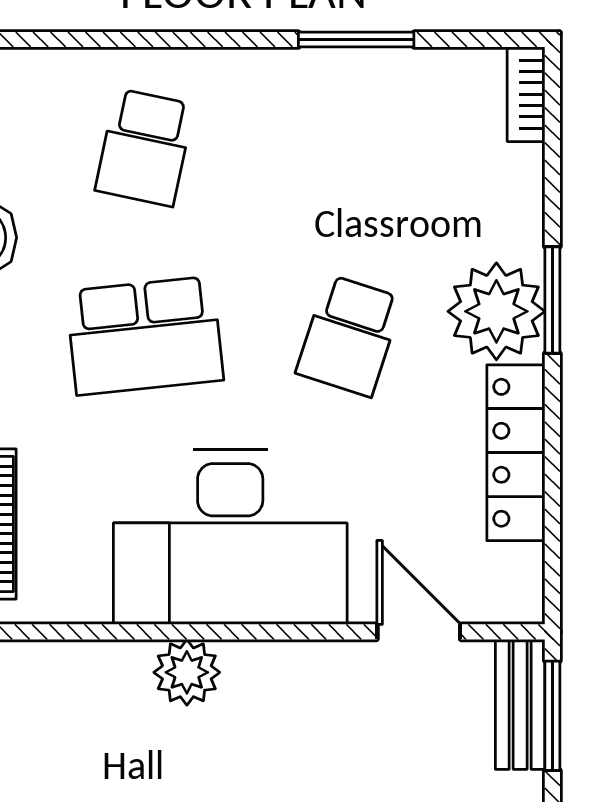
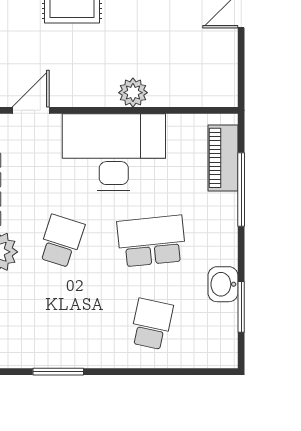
door: (419, 632) -> (31, 110), swing flipped

